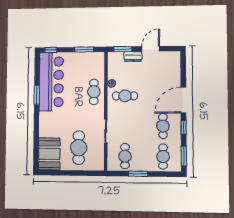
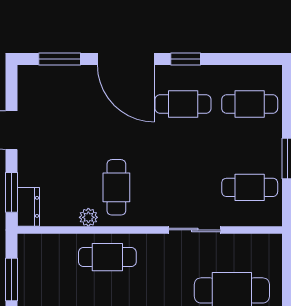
dresser: (133, 57) -> (28, 207), moved
window: (184, 156) -> (60, 59), moved

